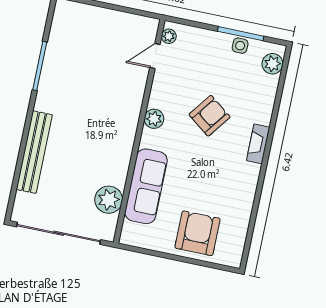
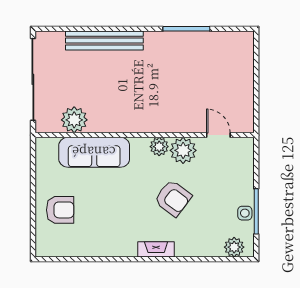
plant: (169, 36) -> (183, 150), moved, width x1.88, depth x1.88
armchair: (197, 233) -> (60, 210), width x0.73, depth x0.73

